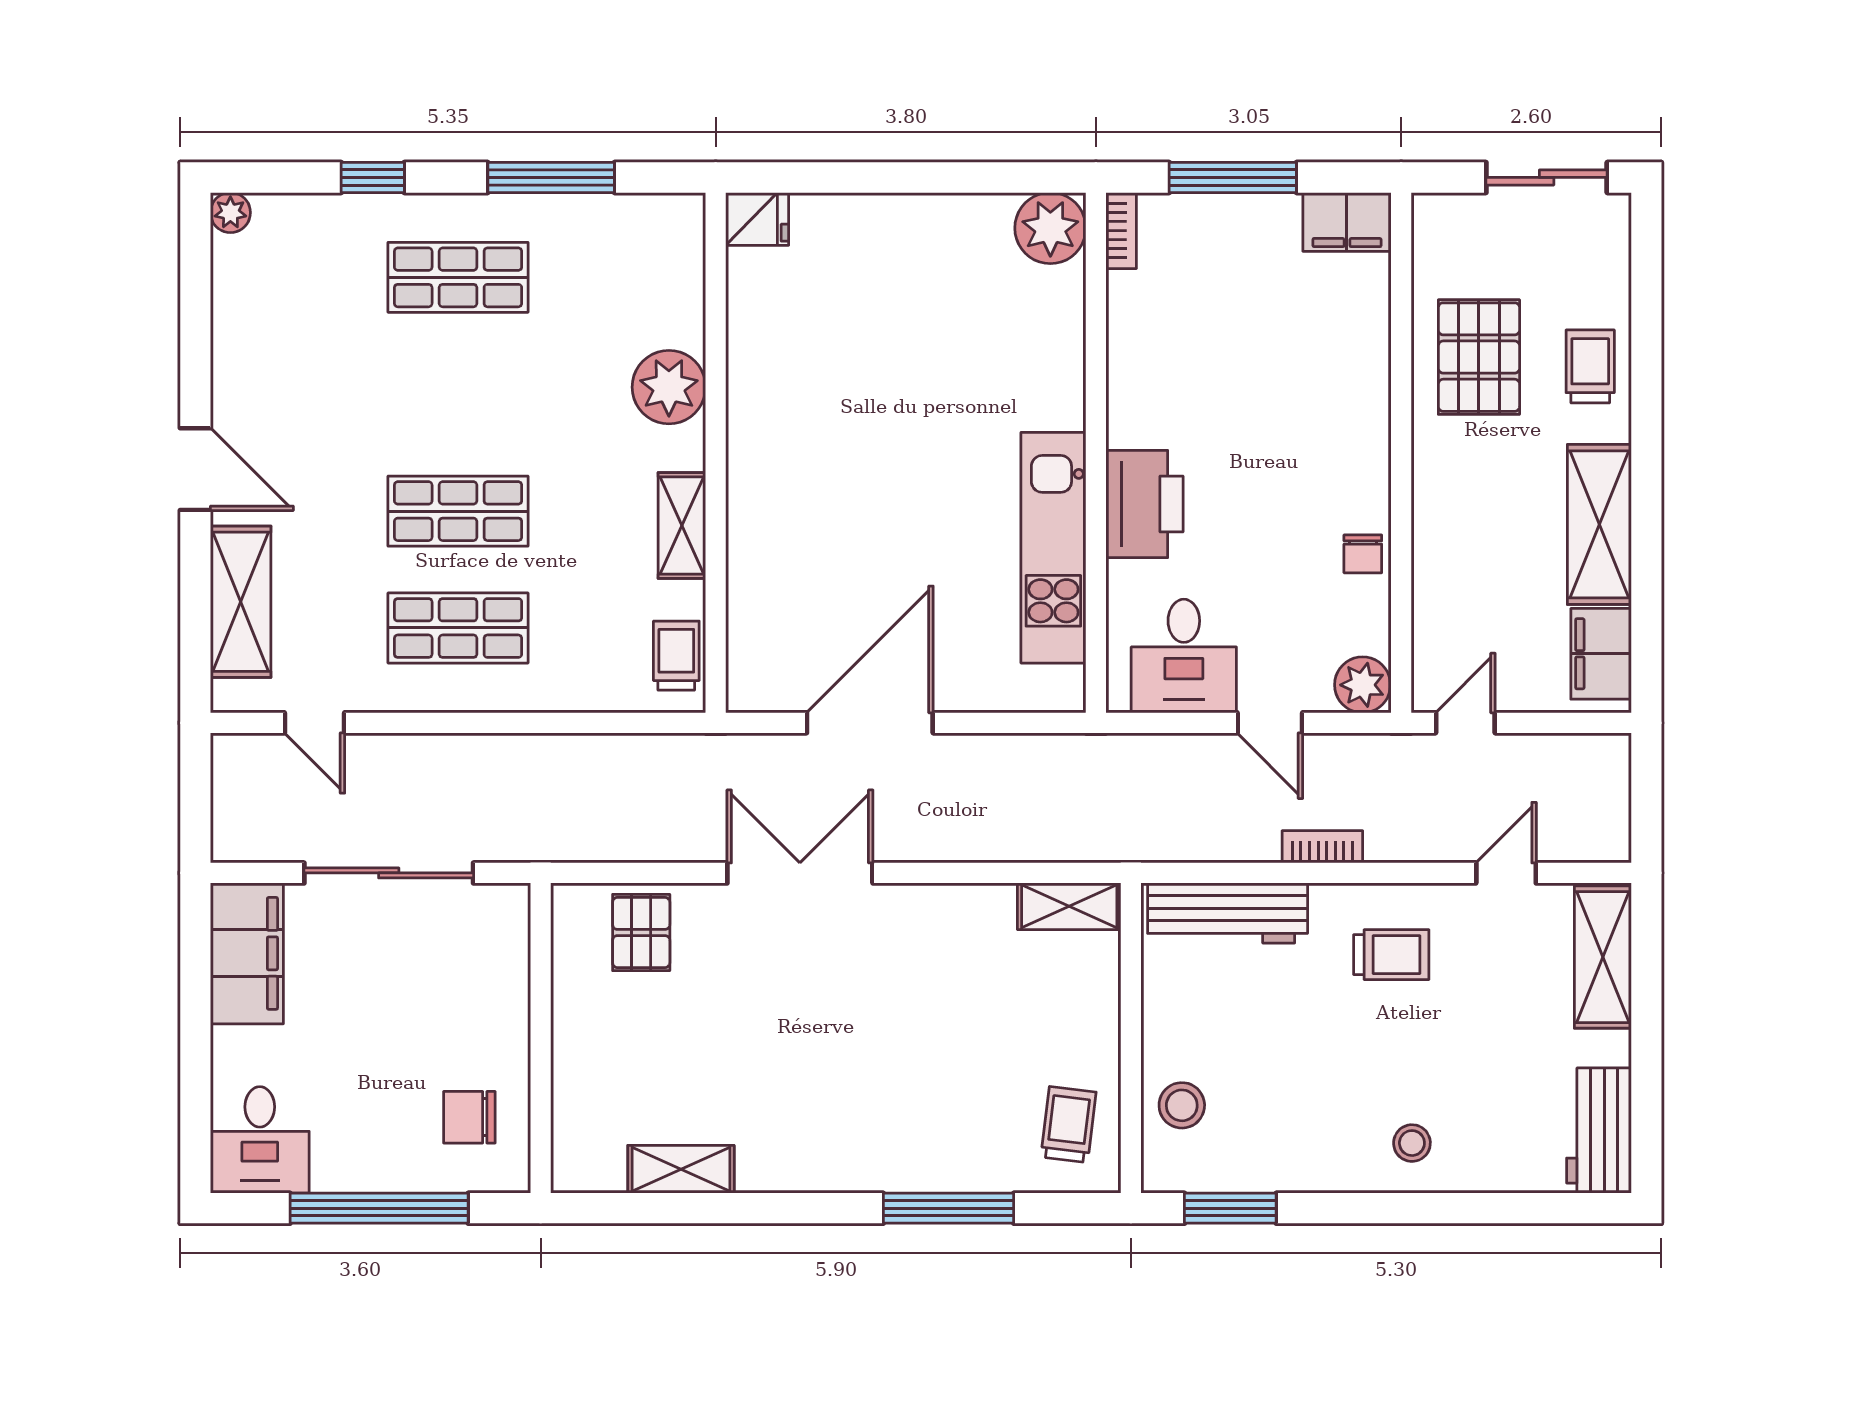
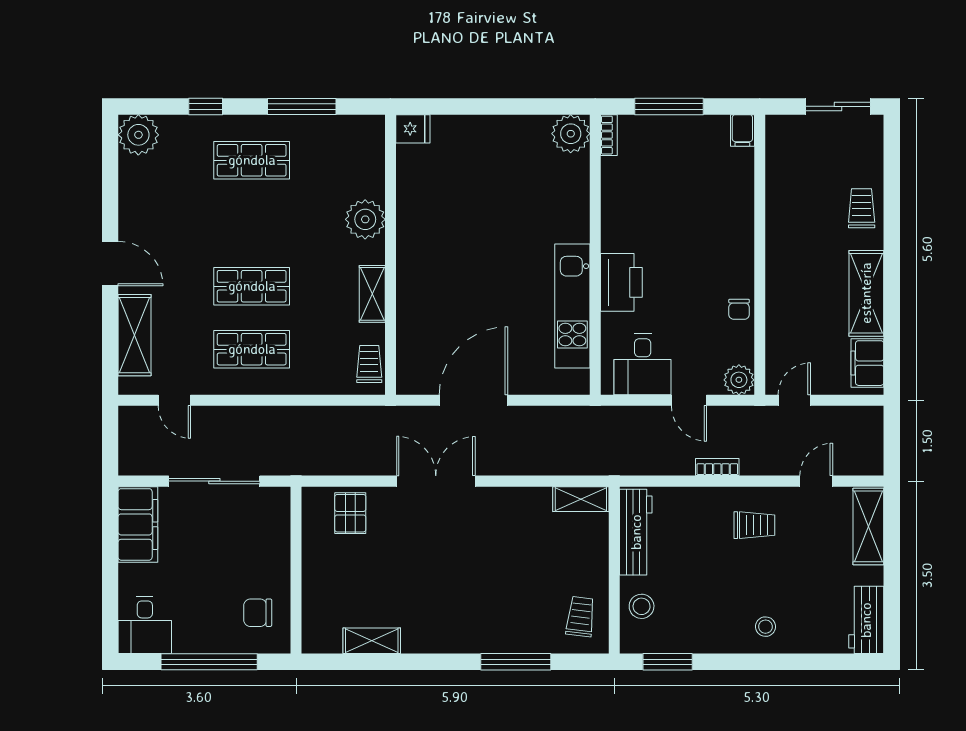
plant: (230, 213) -> (138, 135), width x1.88, depth x1.88
filing cabinet: (1347, 222) -> (742, 130), width x0.50
pallet: (1479, 357) -> (802, 203), removed
workbench: (1228, 913) -> (636, 532), moved, turned -90

